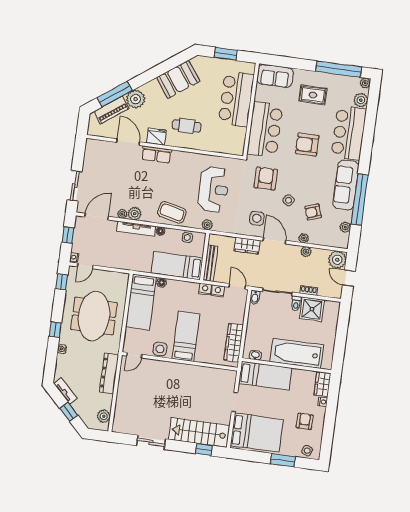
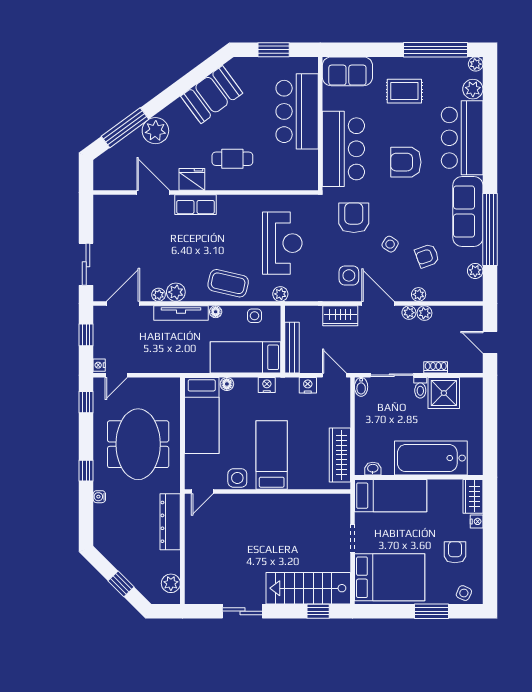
piano: (111, 110) -> (123, 151), removed
plant: (337, 260) -> (409, 313), moved, width x0.53, depth x0.53
nightstand: (205, 289) -> (267, 385), moved
tv unit: (66, 391) -> (112, 555), removed

